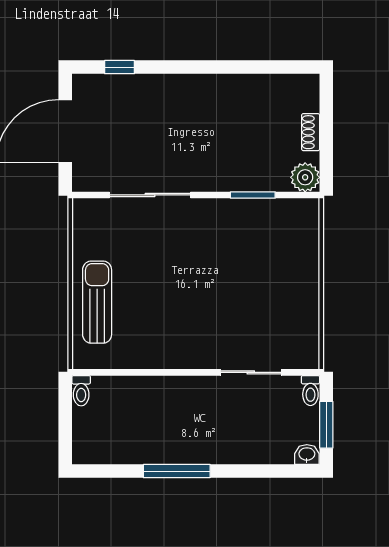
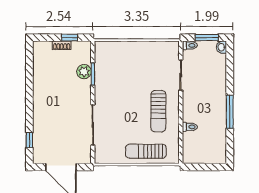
window: (326, 148) -> (70, 38), added
plant: (305, 177) -> (84, 72), moved
sun lounger: (178, 327) -> (158, 111), added
toilet: (81, 391) -> (190, 127), moved

